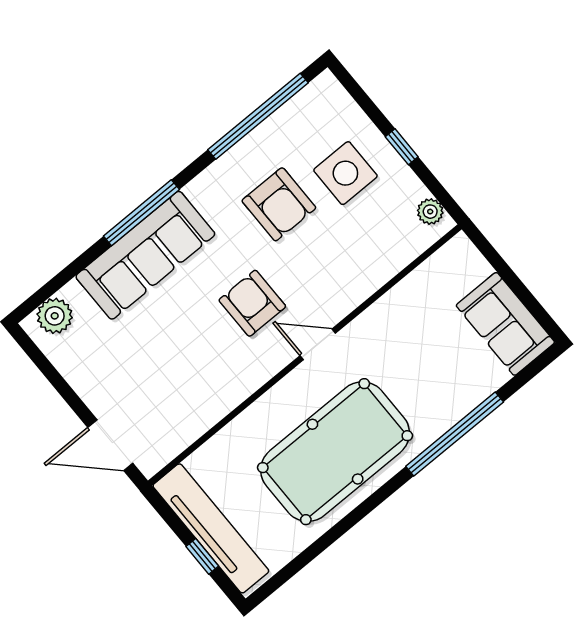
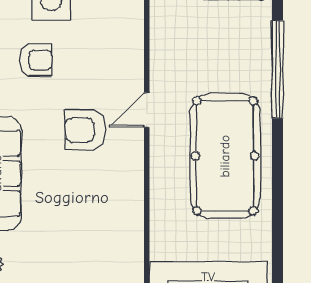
armchair: (279, 204) -> (36, 60), width x0.72, depth x0.72

